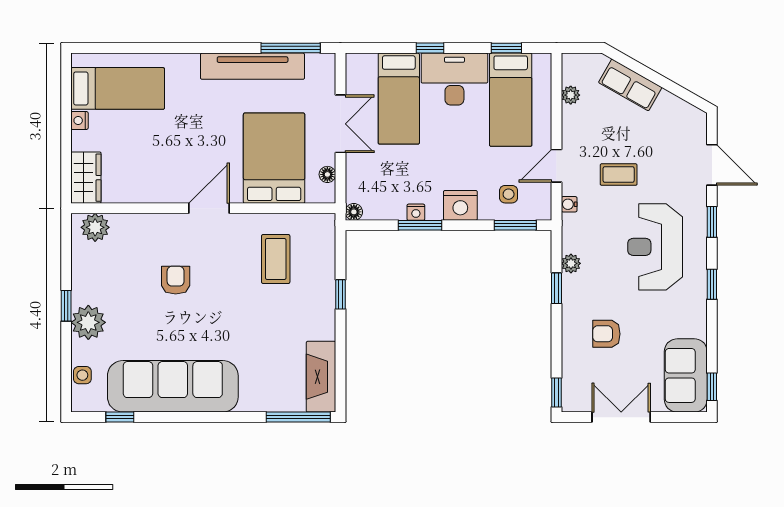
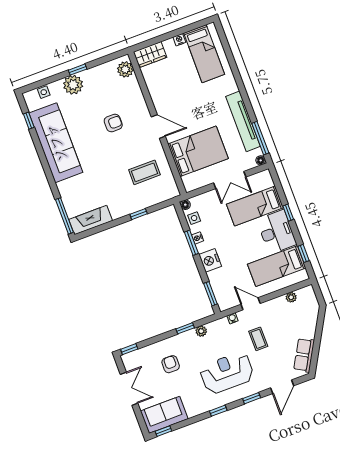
row of seats: (630, 85) -> (304, 355), moved
floor lamp: (327, 174) -> (261, 160), moved
side table: (509, 194) -> (194, 218), moved

